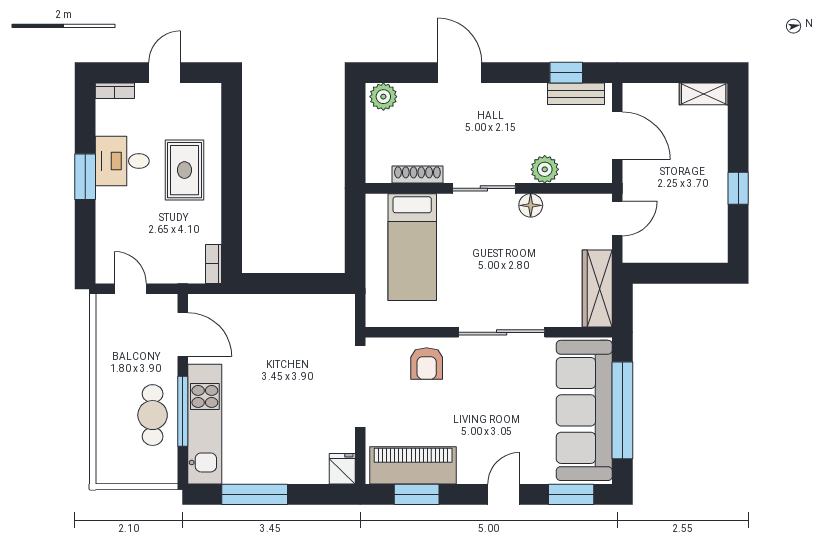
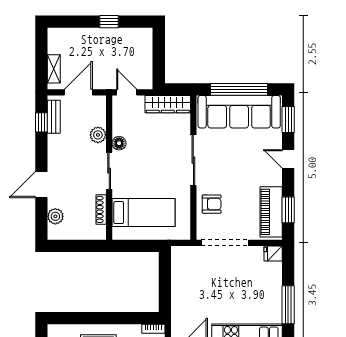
shelving: (704, 94) -> (54, 69), moved
plant: (383, 97) -> (55, 216), moved

